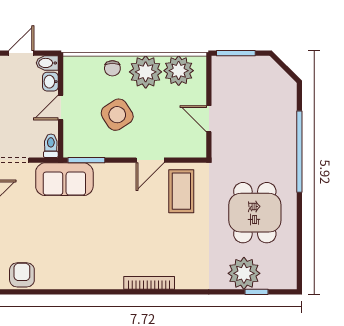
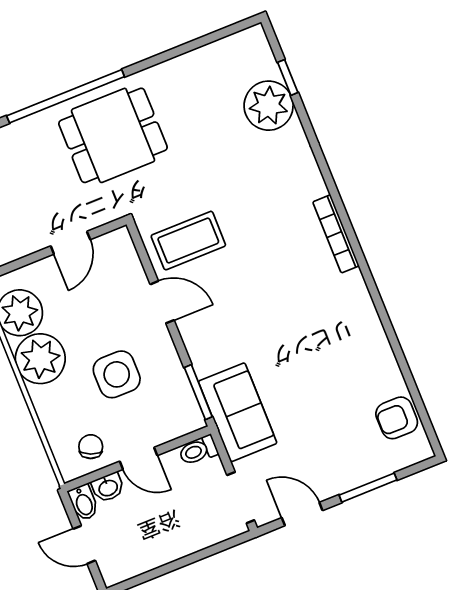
chair: (112, 68) -> (91, 447), moved, turned -68
side table: (117, 115) -> (117, 374), turned 33
dining table: (255, 213) -> (113, 135), moved

